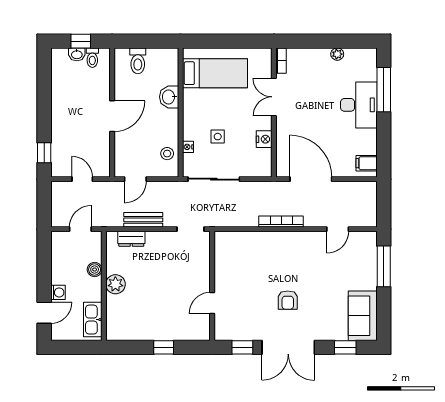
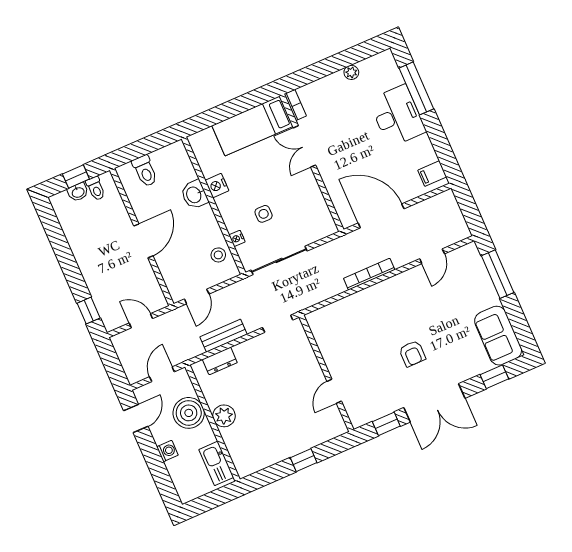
bed: (215, 73) -> (252, 126), moved, turned 180
nightstand: (264, 139) -> (217, 186), moved, turned 180
boiler: (95, 270) -> (189, 413), width x1.86, depth x1.86
door: (44, 313) -> (136, 419), moved

